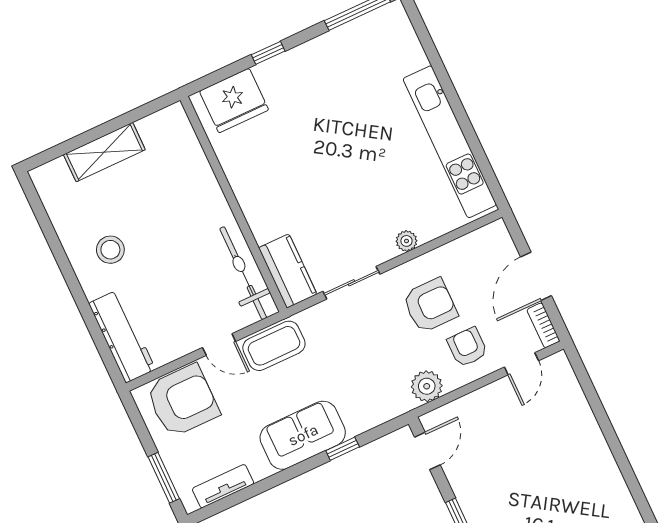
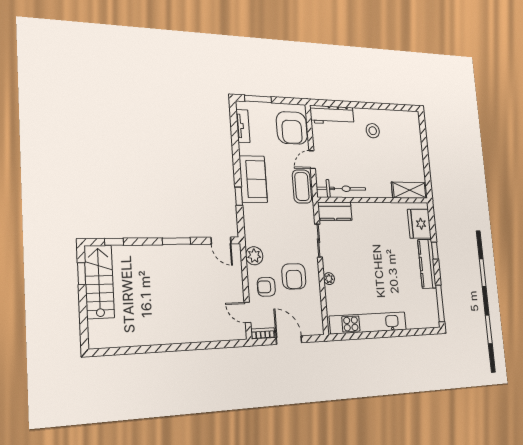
kitchen counter: (299, 61) -> (427, 264), added
shelving: (104, 152) -> (409, 190), moved, turned 90
armchair: (467, 347) -> (266, 287), turned 180

